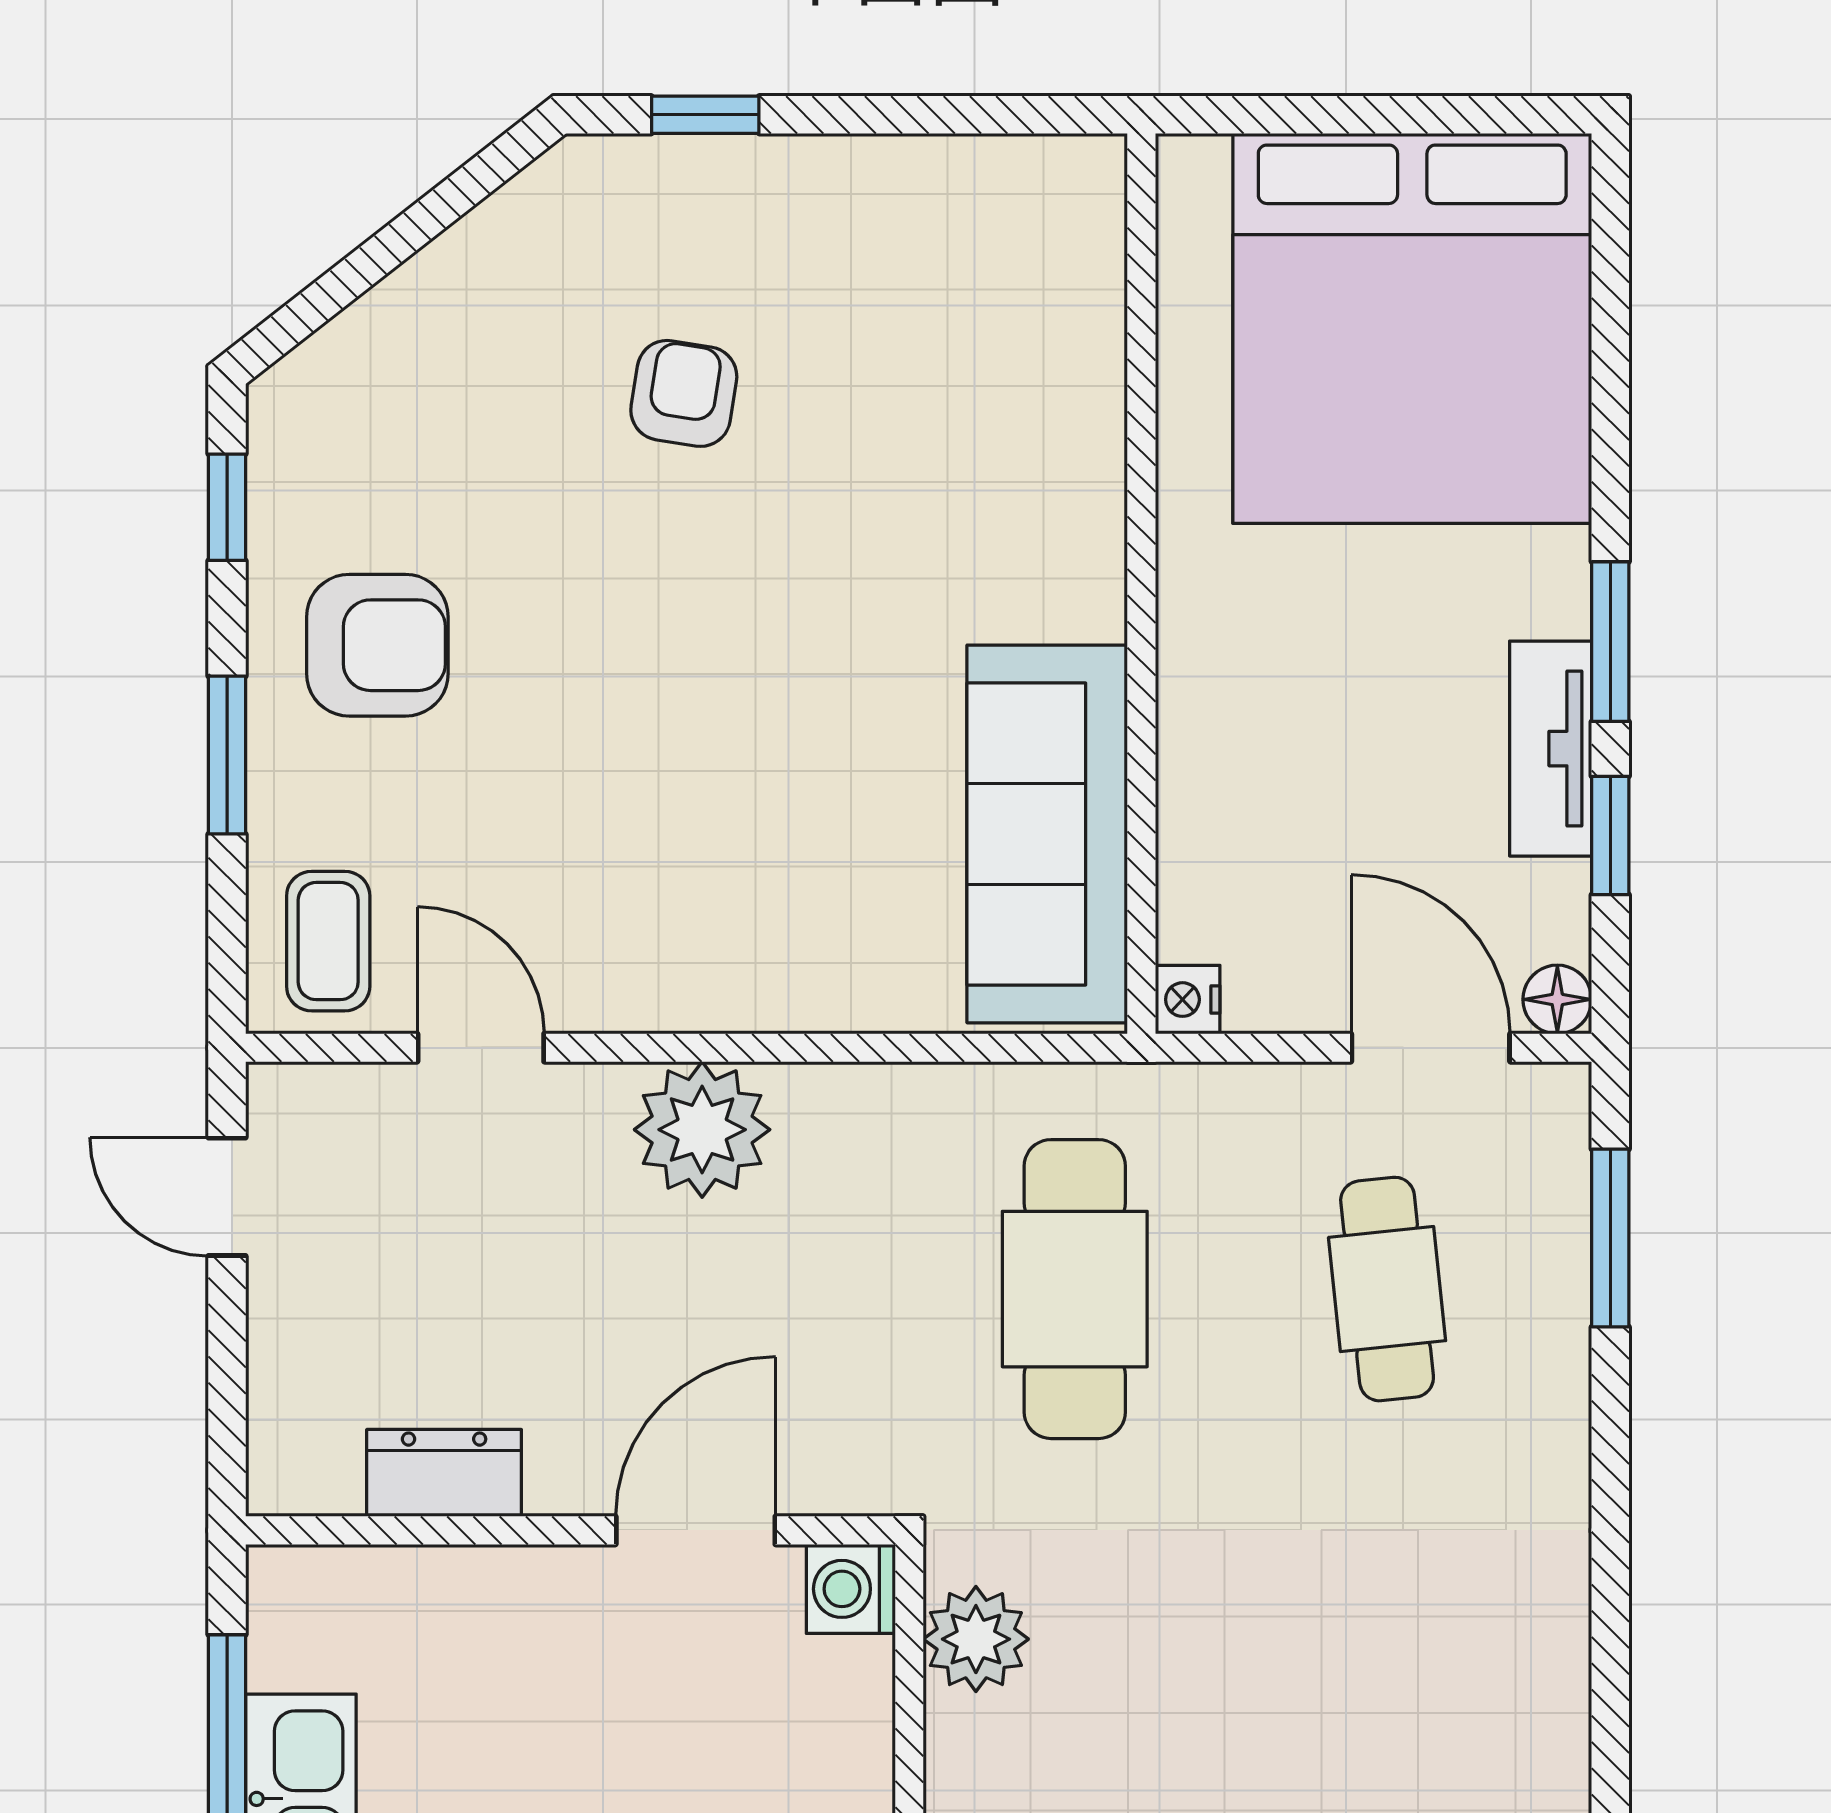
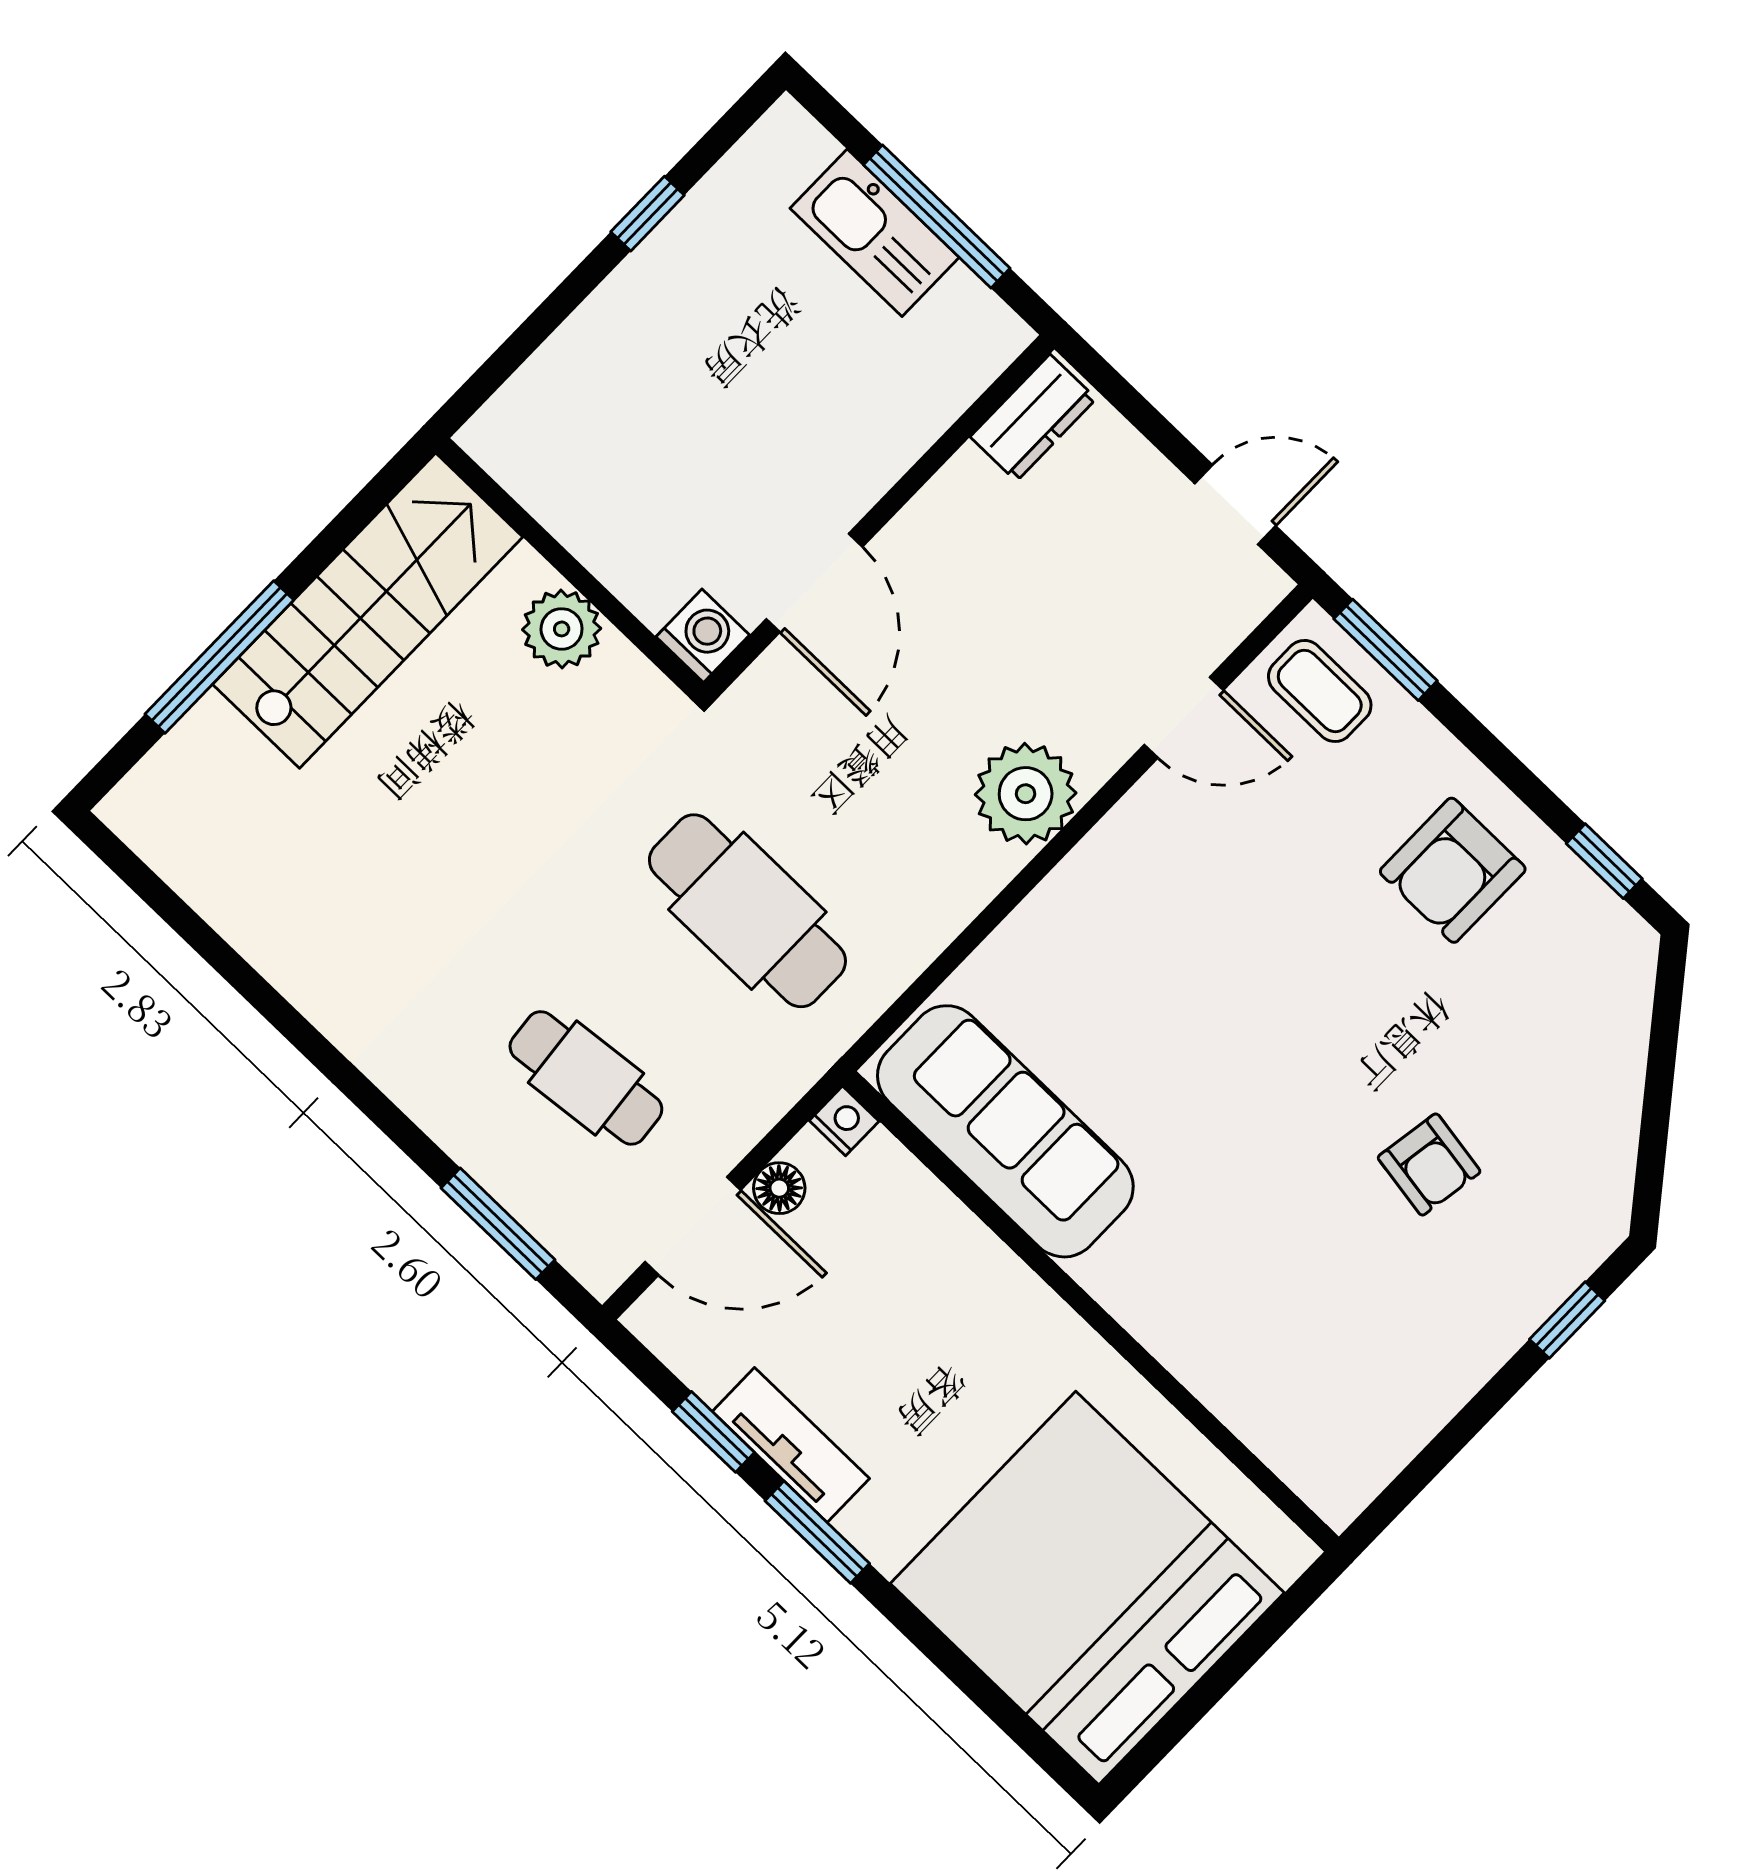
window: (227, 755) -> (1385, 650), moved
floor lamp: (1557, 999) -> (779, 1188), moved
dresser: (444, 1473) -> (1033, 418), moved
plant: (976, 1639) -> (562, 629), moved

